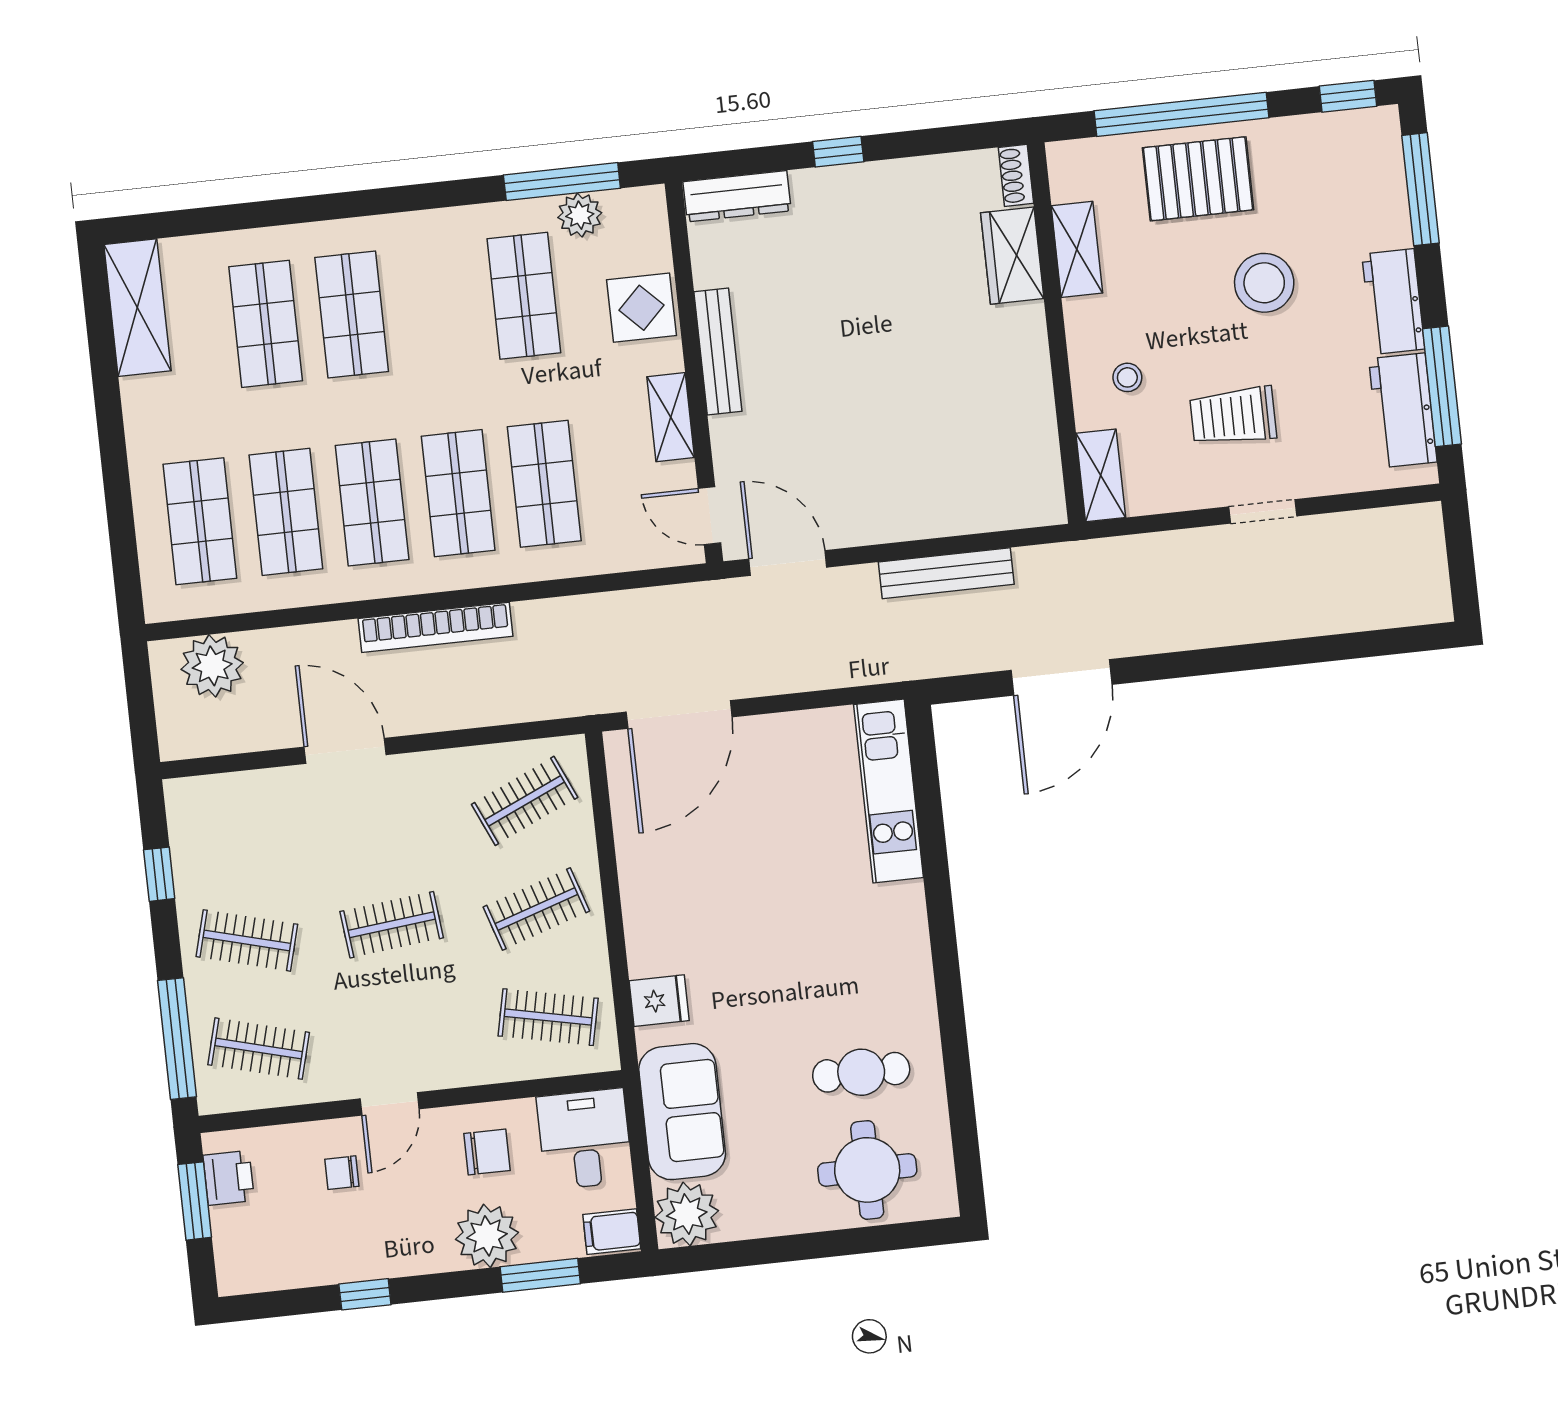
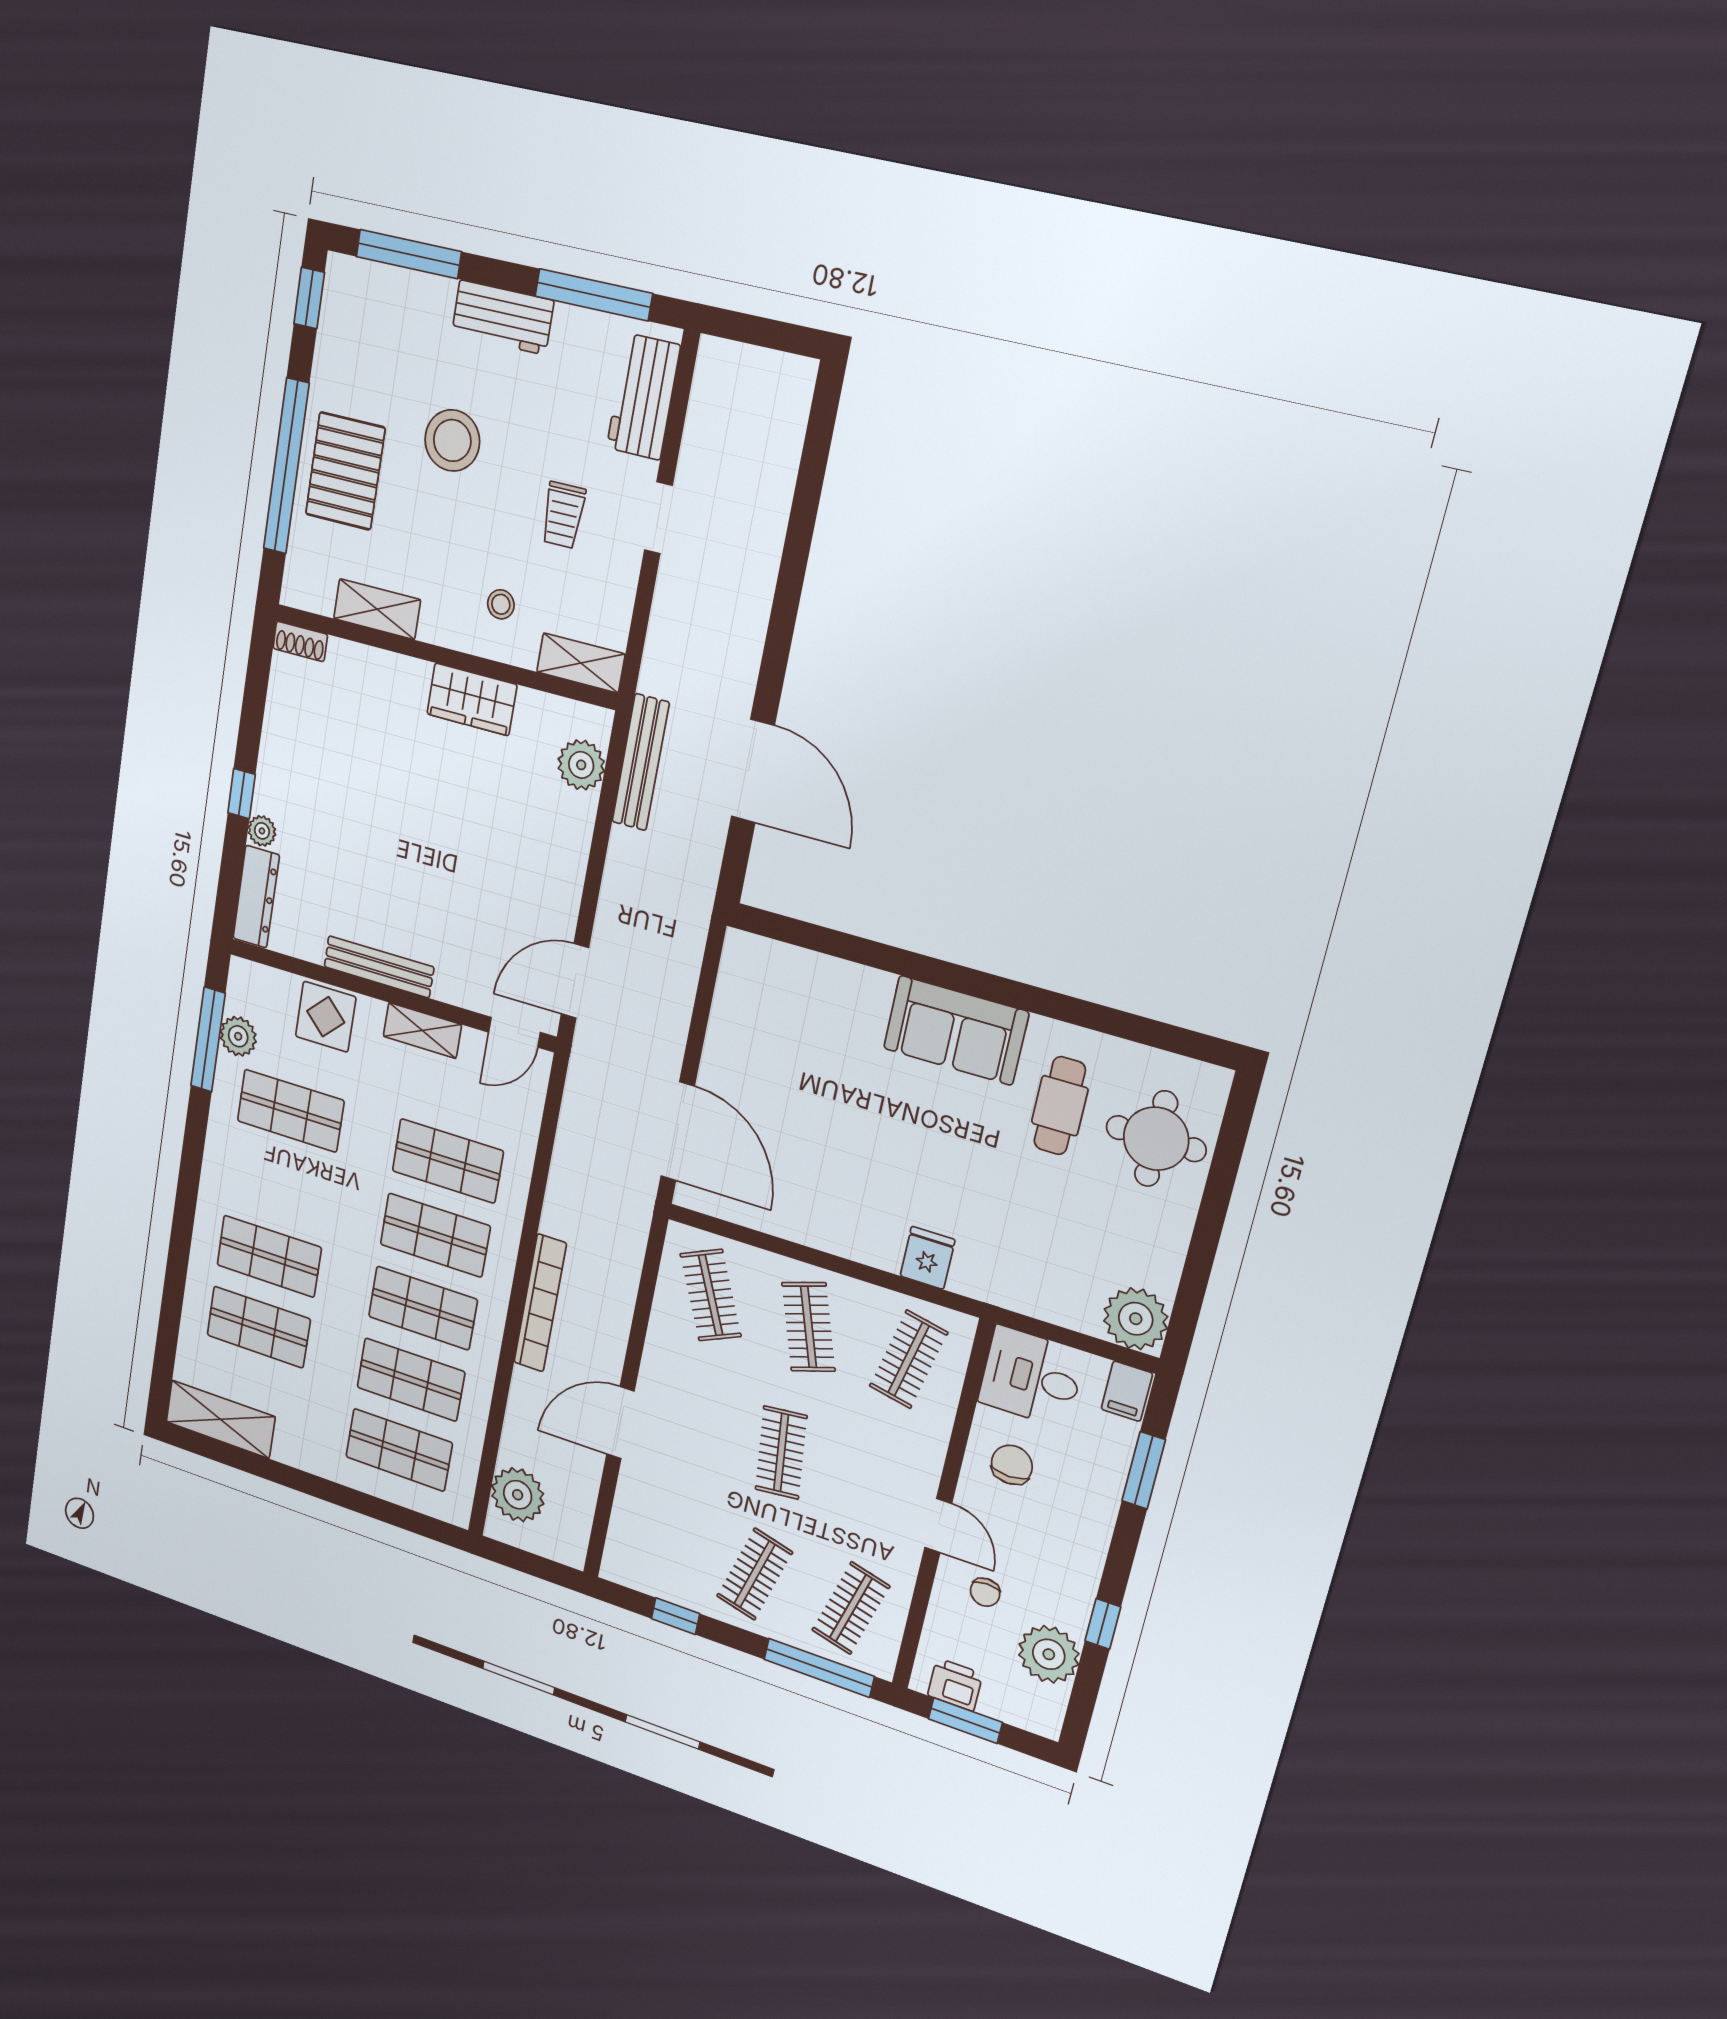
plant: (808, 184) -> (262, 831), added
wardrobe: (1012, 256) -> (472, 699), moved
workbench: (1403, 410) -> (643, 397), moved, turned 90
trolley: (1233, 416) -> (563, 515), width x0.73, depth x0.72
plant: (1003, 505) -> (581, 765), added
bench: (946, 573) -> (641, 762), moved
kitchen unit: (889, 791) -> (806, 974), removed
sofa: (682, 1112) -> (956, 1030), moved, turned 180
plant: (487, 1236) -> (1049, 1654), moved

